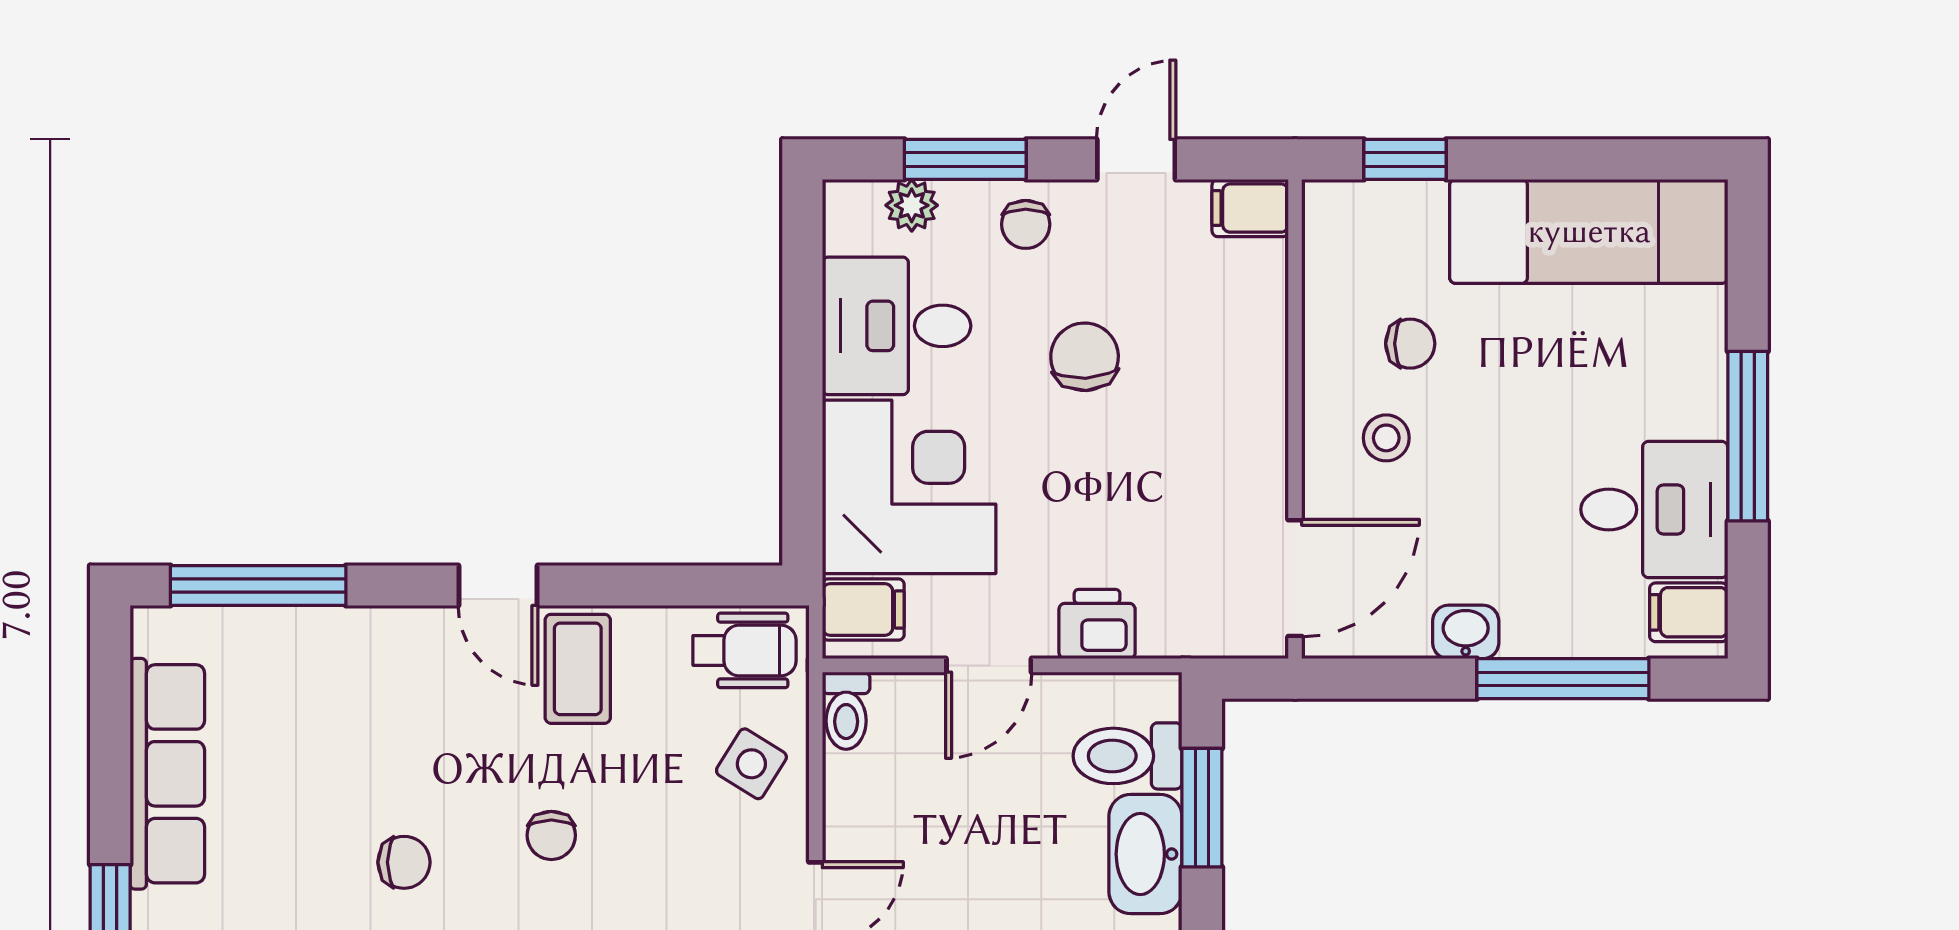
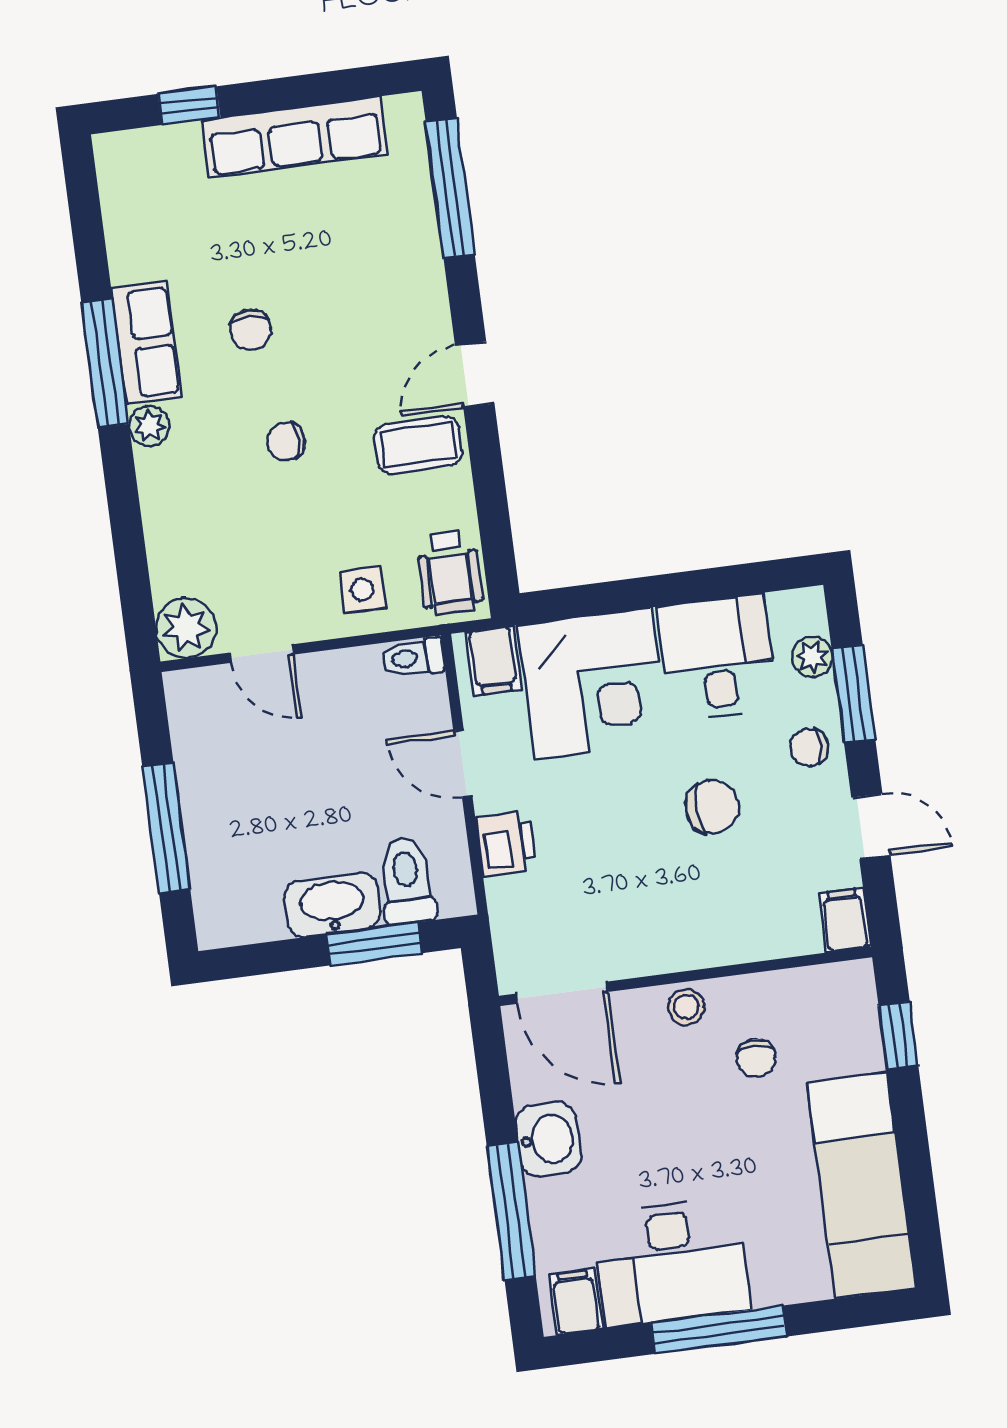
stool: (1386, 438) -> (686, 1007), moved
desk: (1654, 509) -> (672, 1262), width x1.37
washbasin: (1466, 632) -> (548, 1139), width x1.38, depth x1.45
side table: (751, 764) -> (362, 590), turned -32

